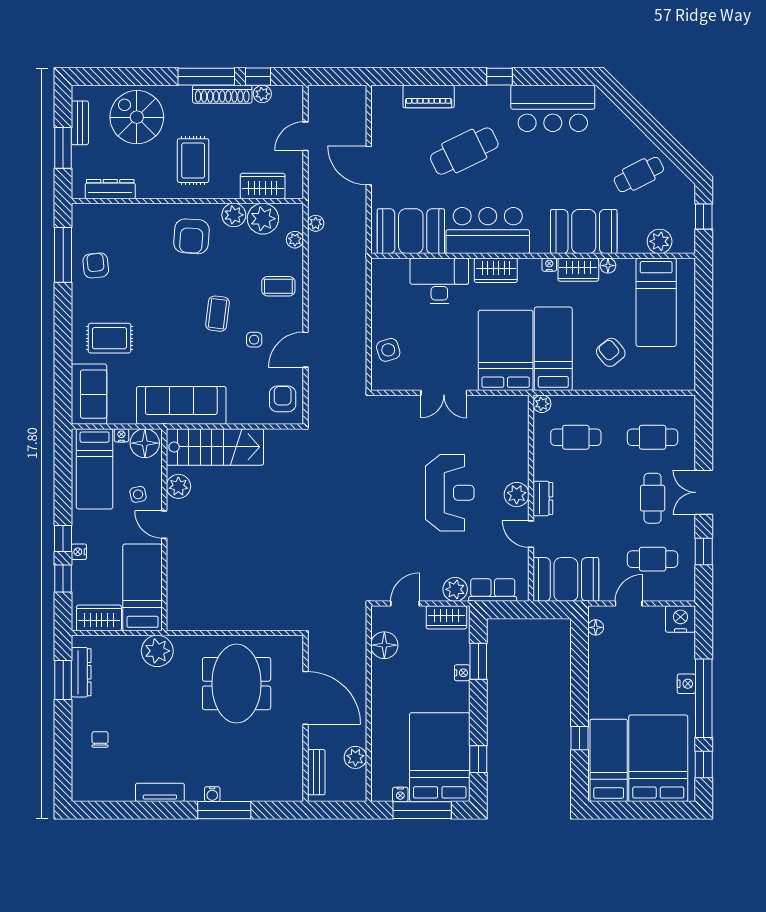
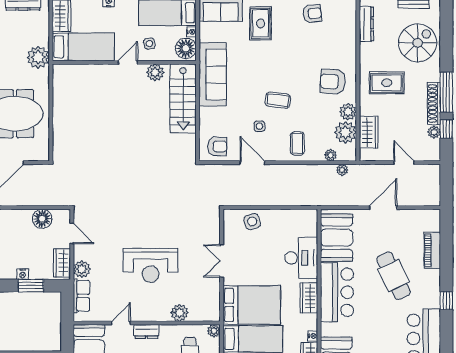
plant: (517, 495) -> (179, 313), moved

